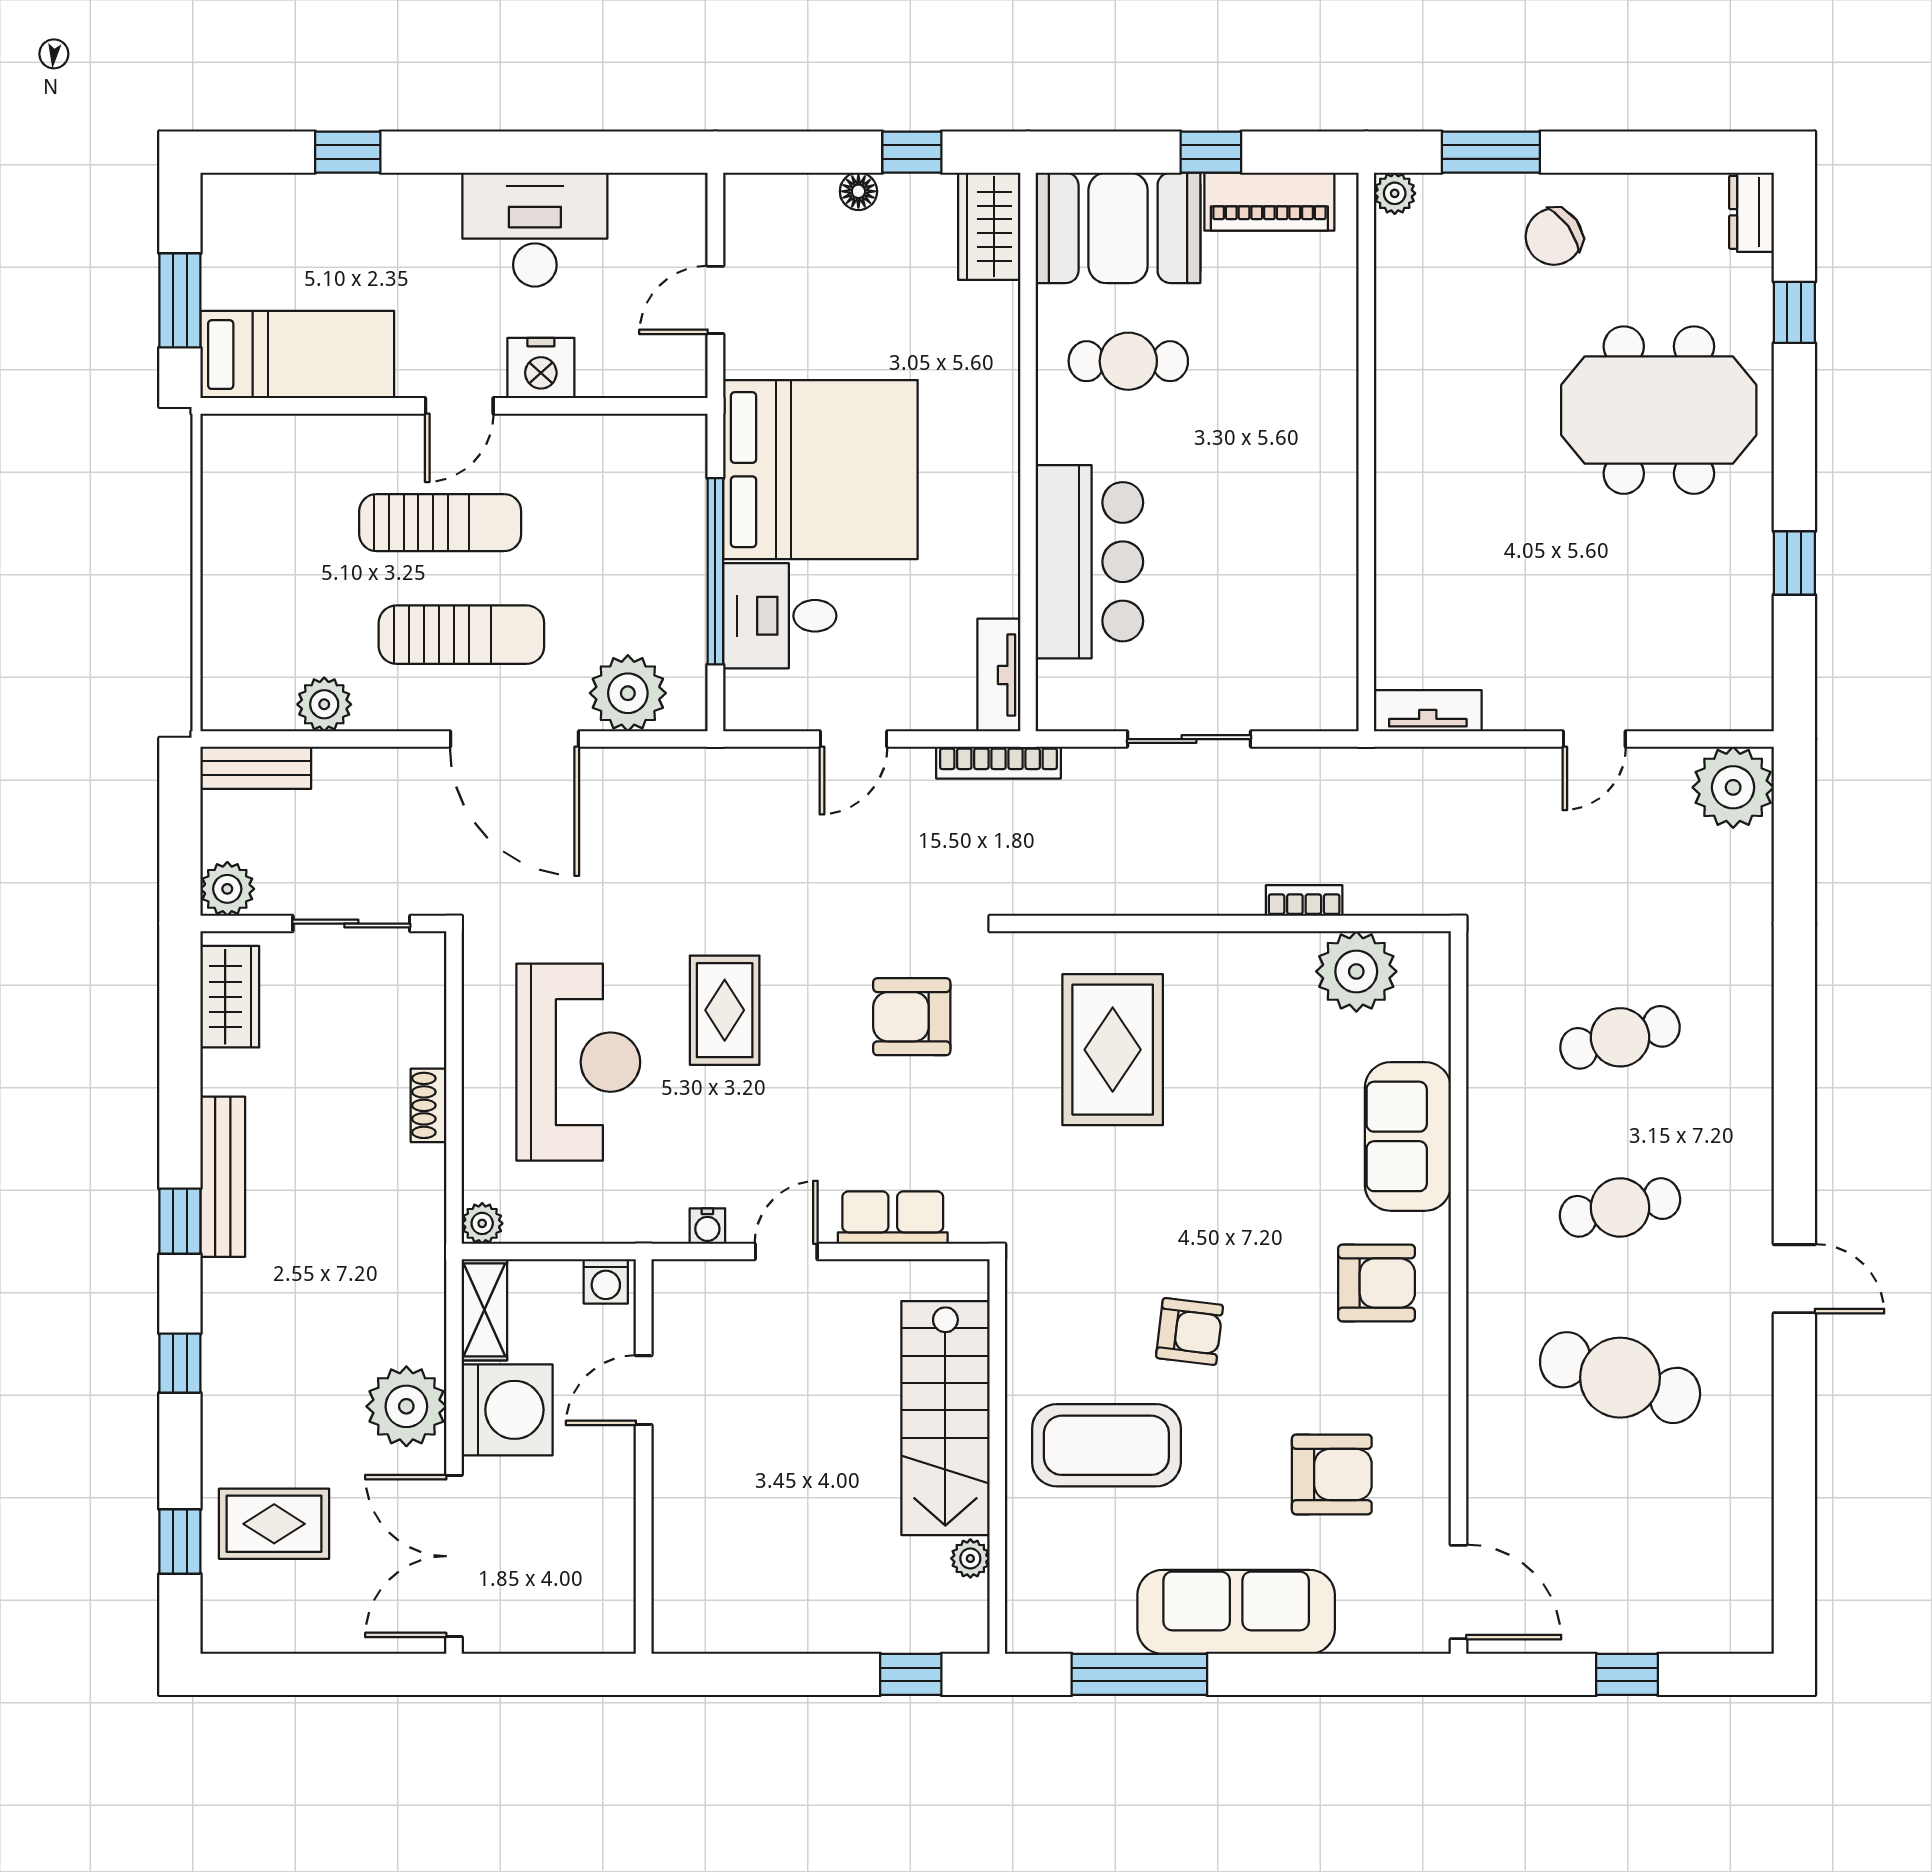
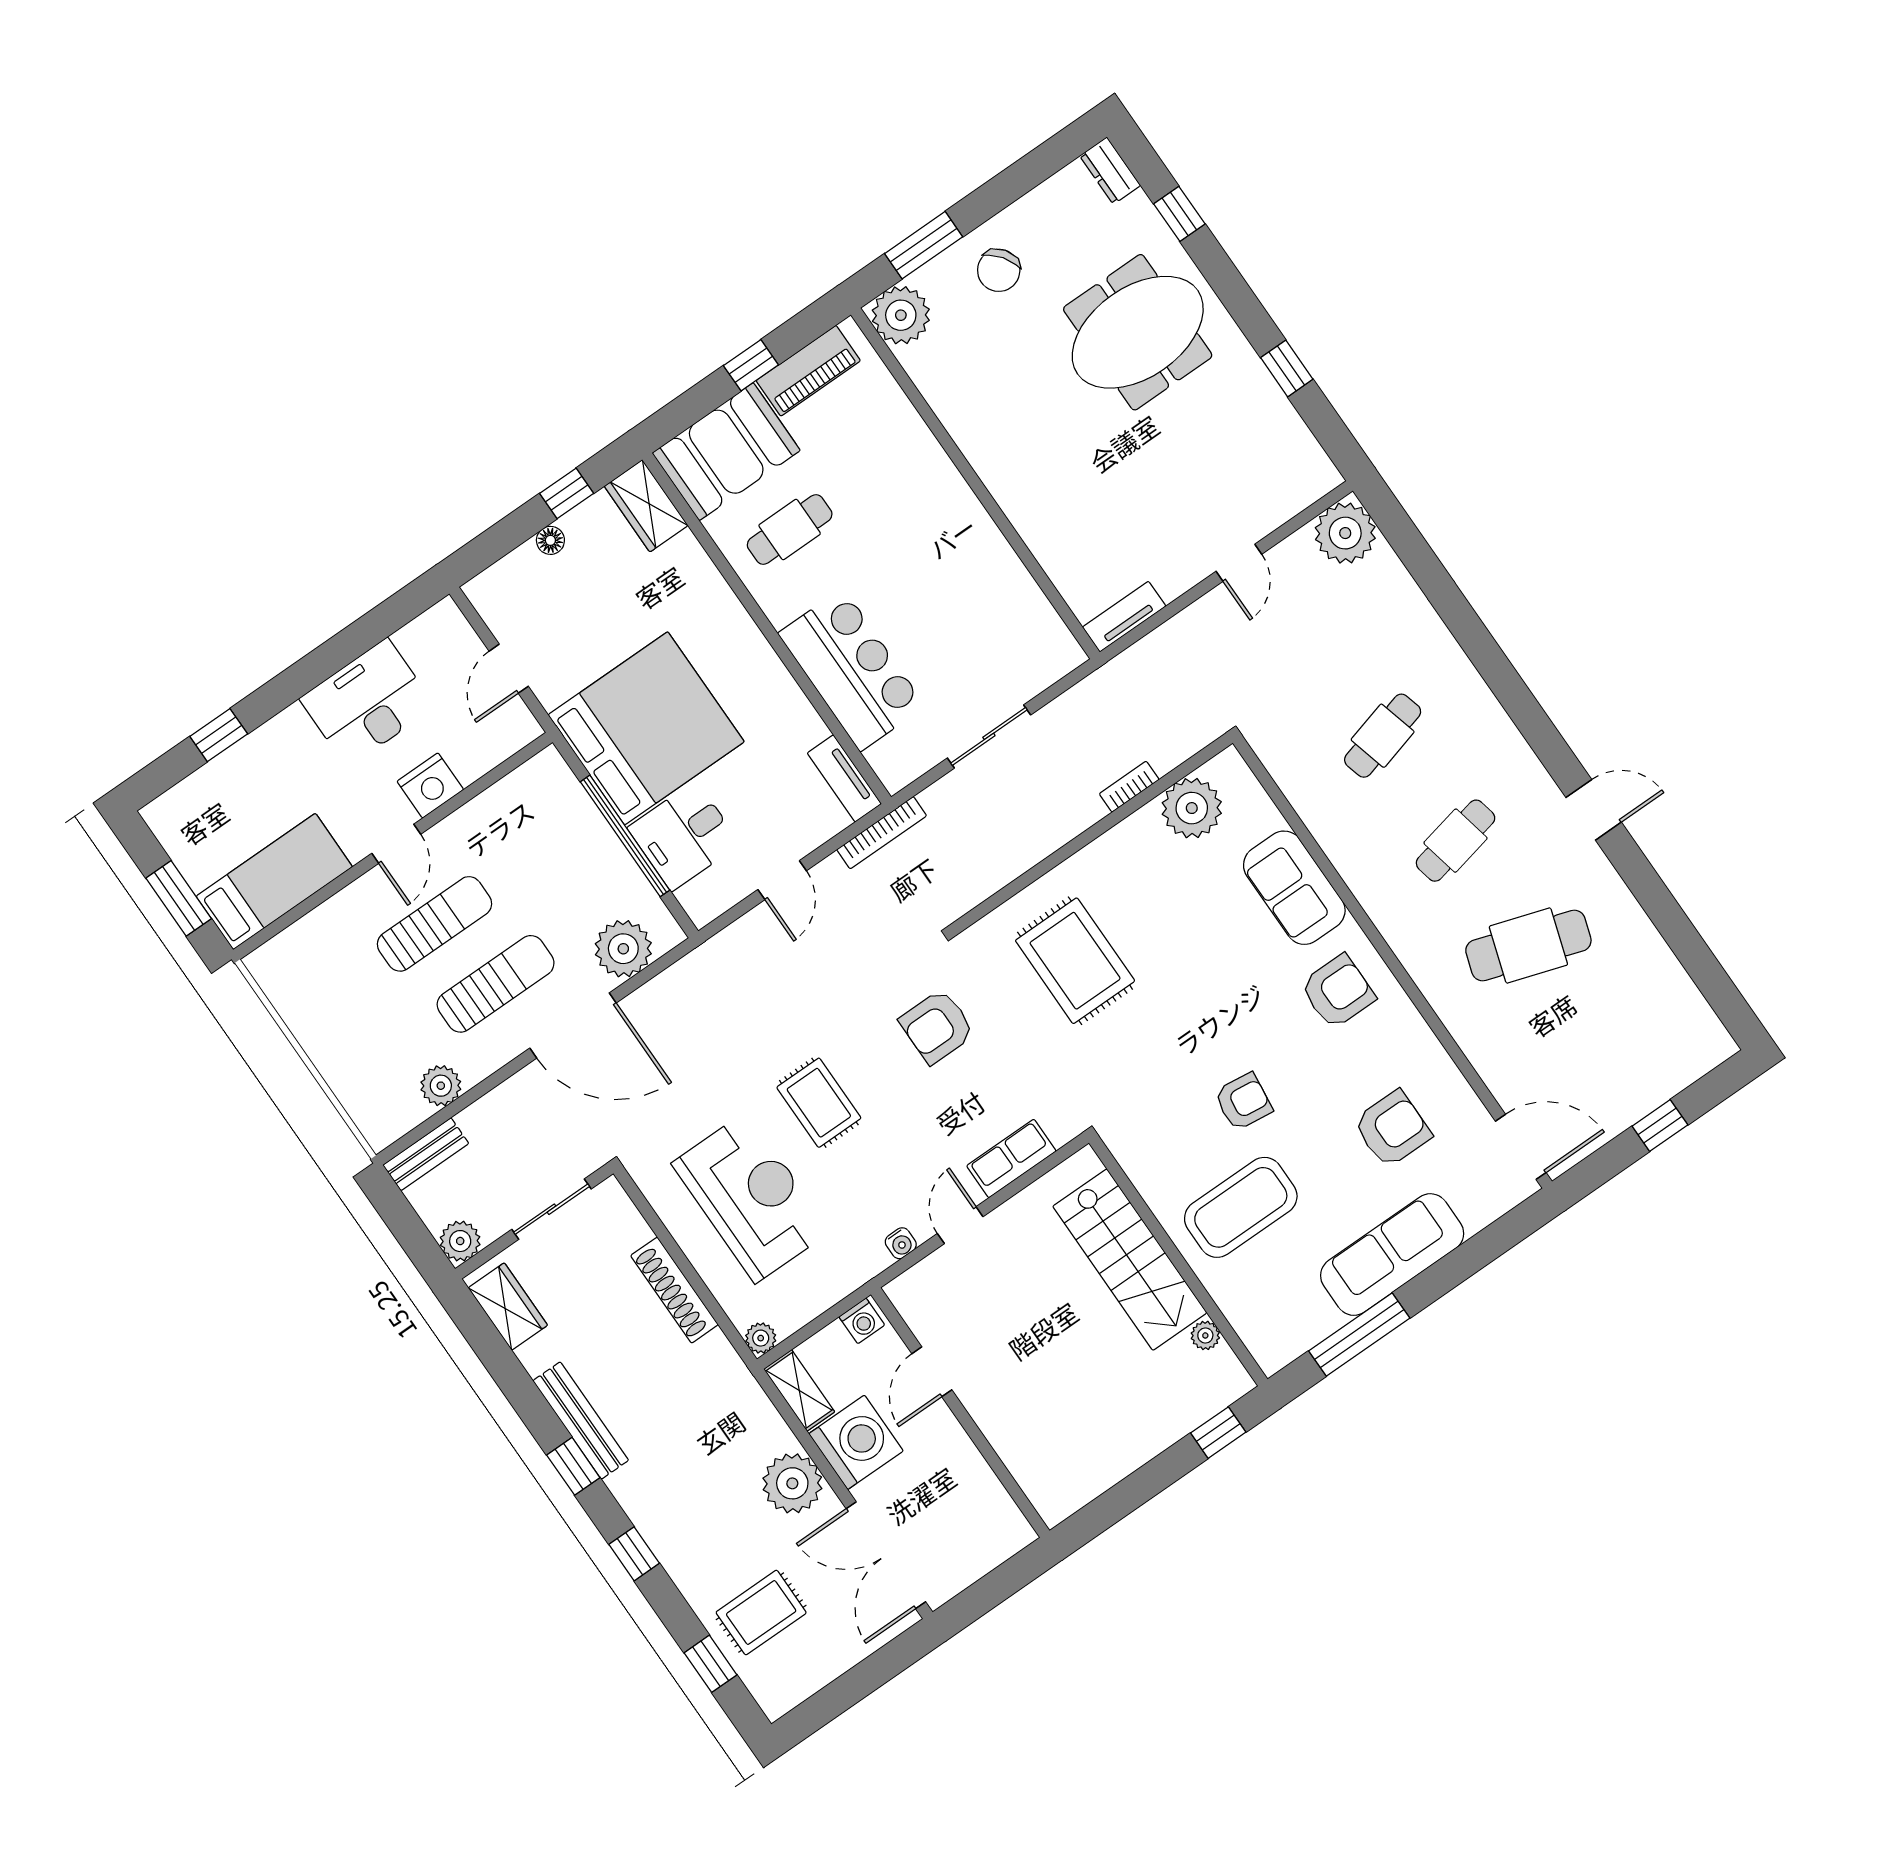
plant: (1395, 193) -> (901, 315), width x1.87, depth x1.87
shoe rack: (429, 1105) -> (674, 1290), width x1.94, depth x1.24

